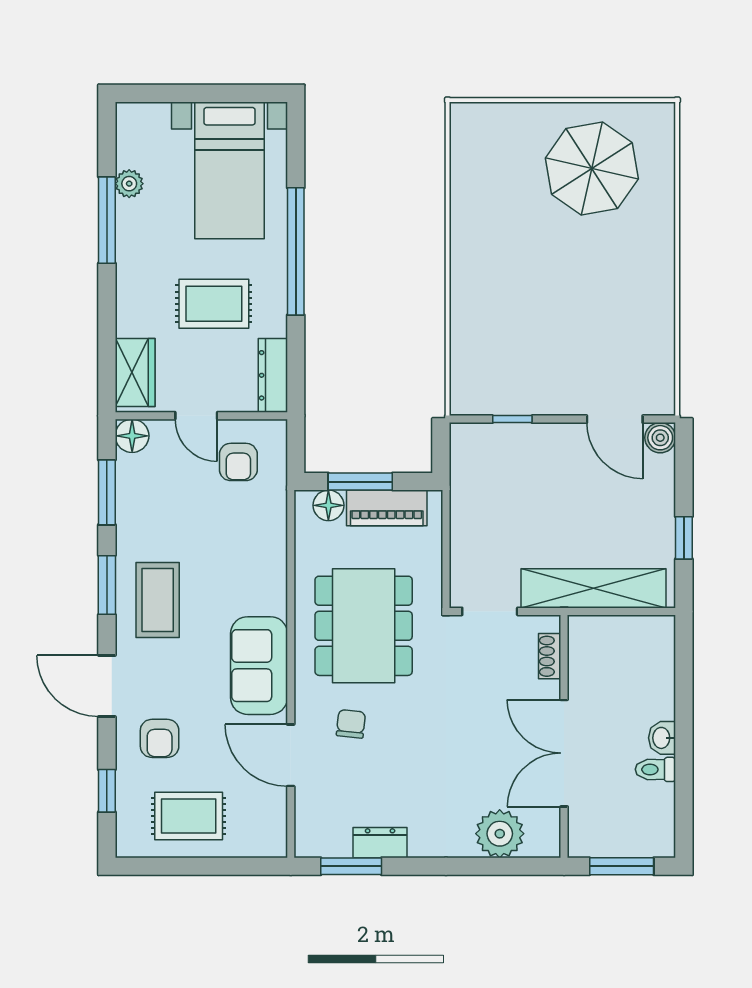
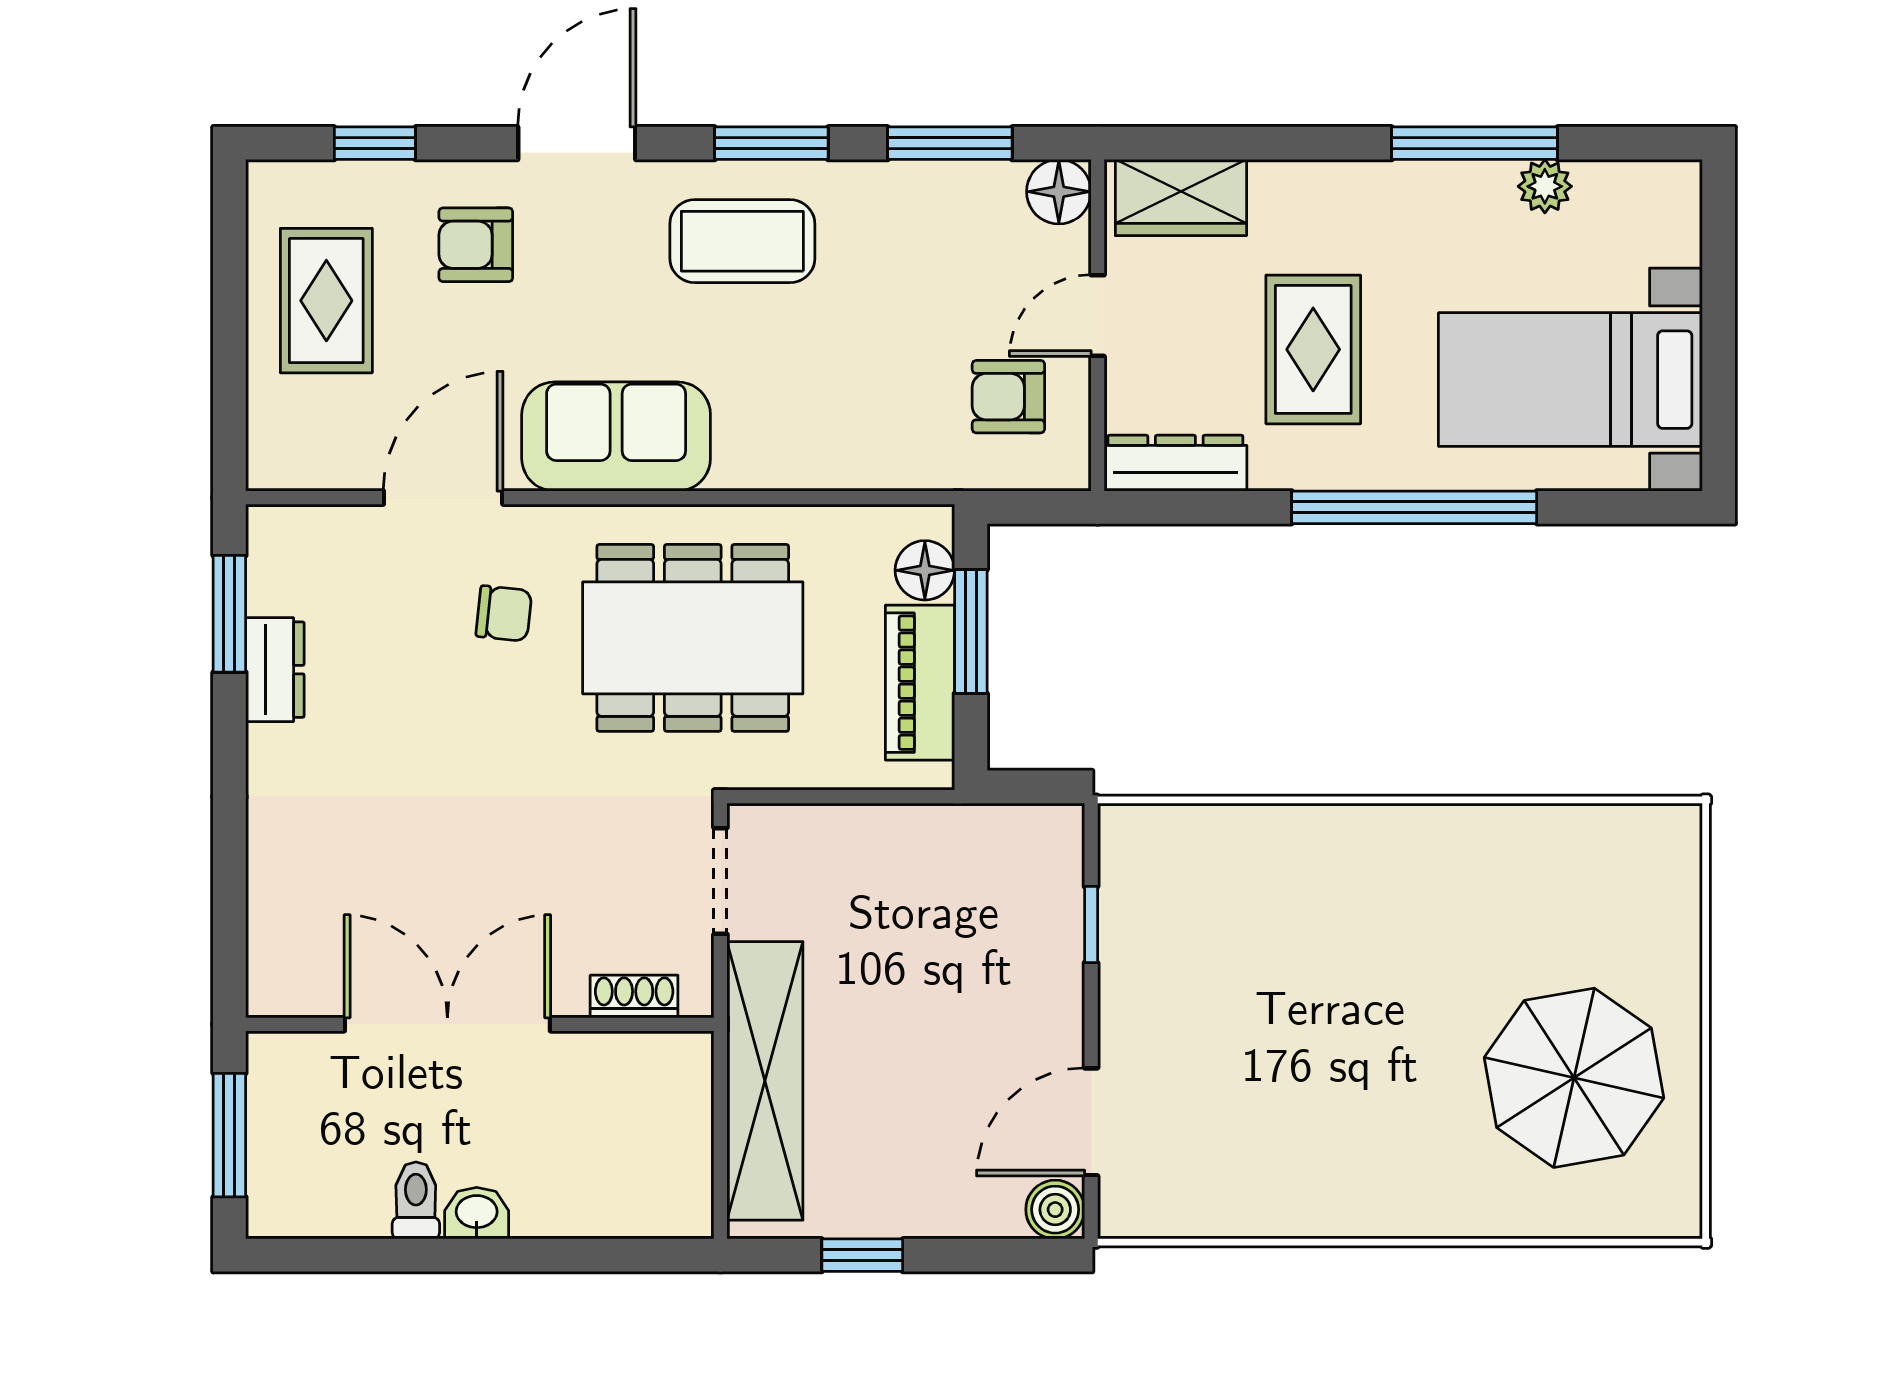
plant: (500, 834) -> (292, 900), removed

